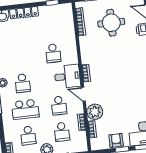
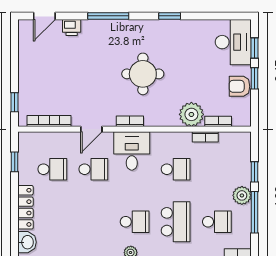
round table: (111, 23) -> (143, 74), moved
door: (83, 94) -> (91, 129), moved
school desk: (62, 132) -> (52, 169), moved

